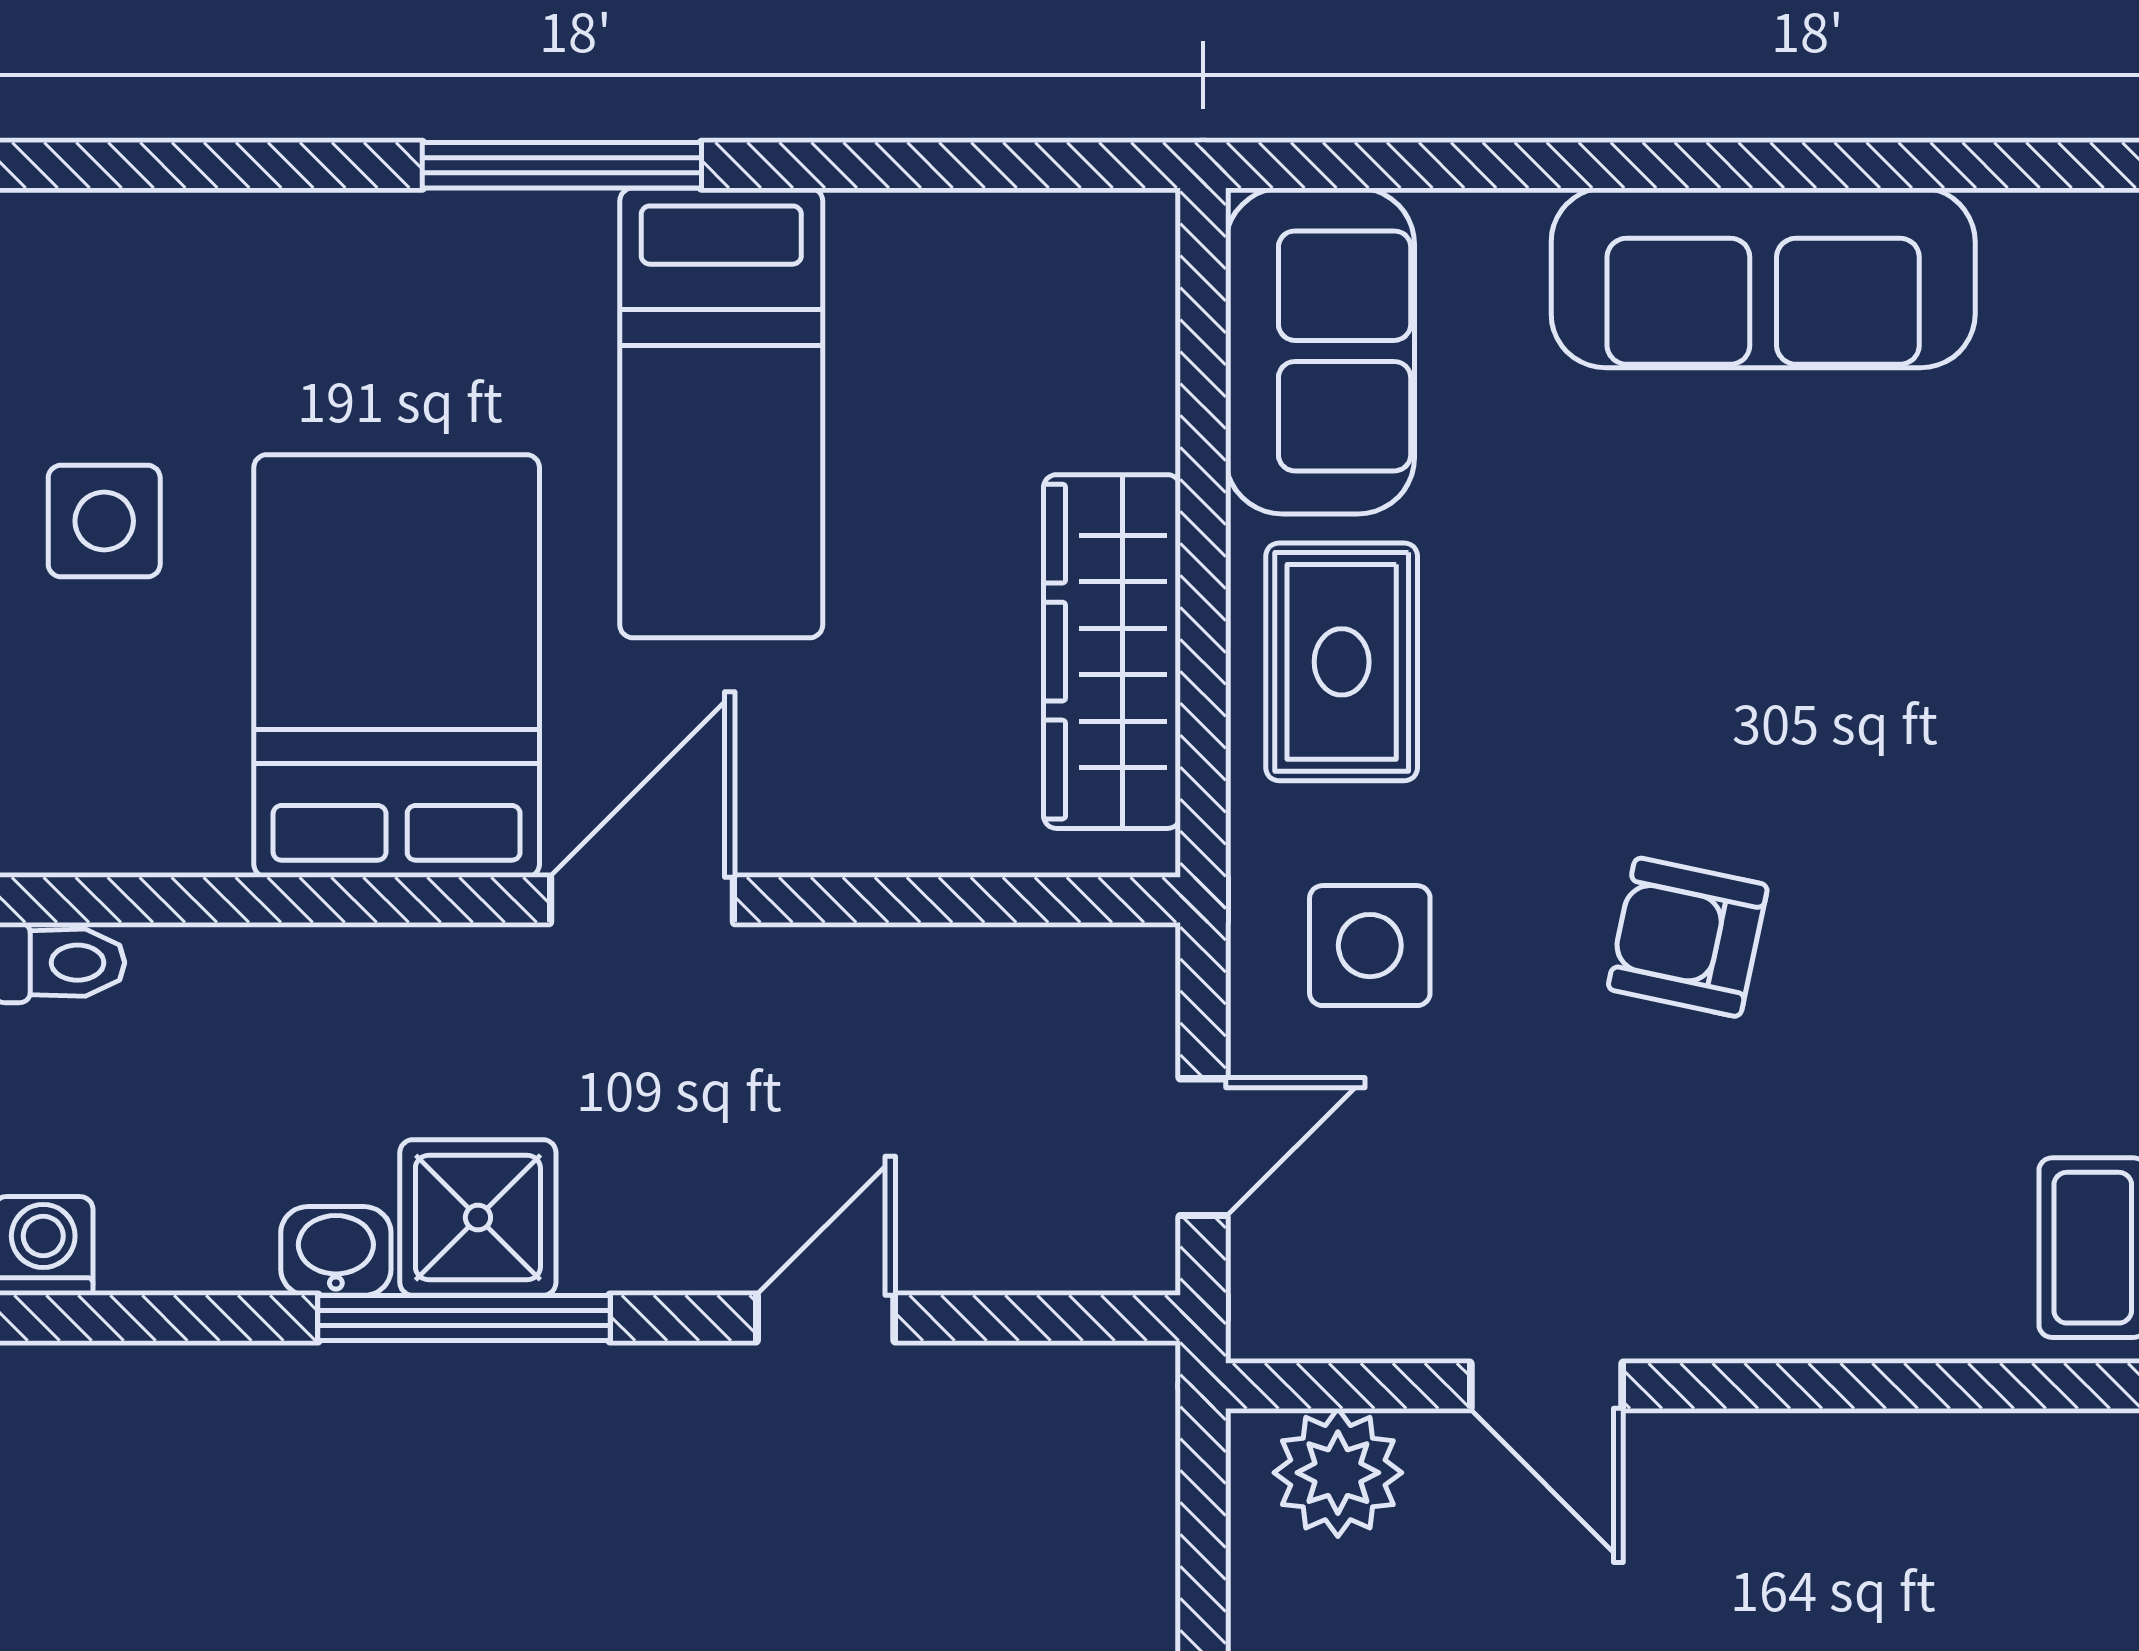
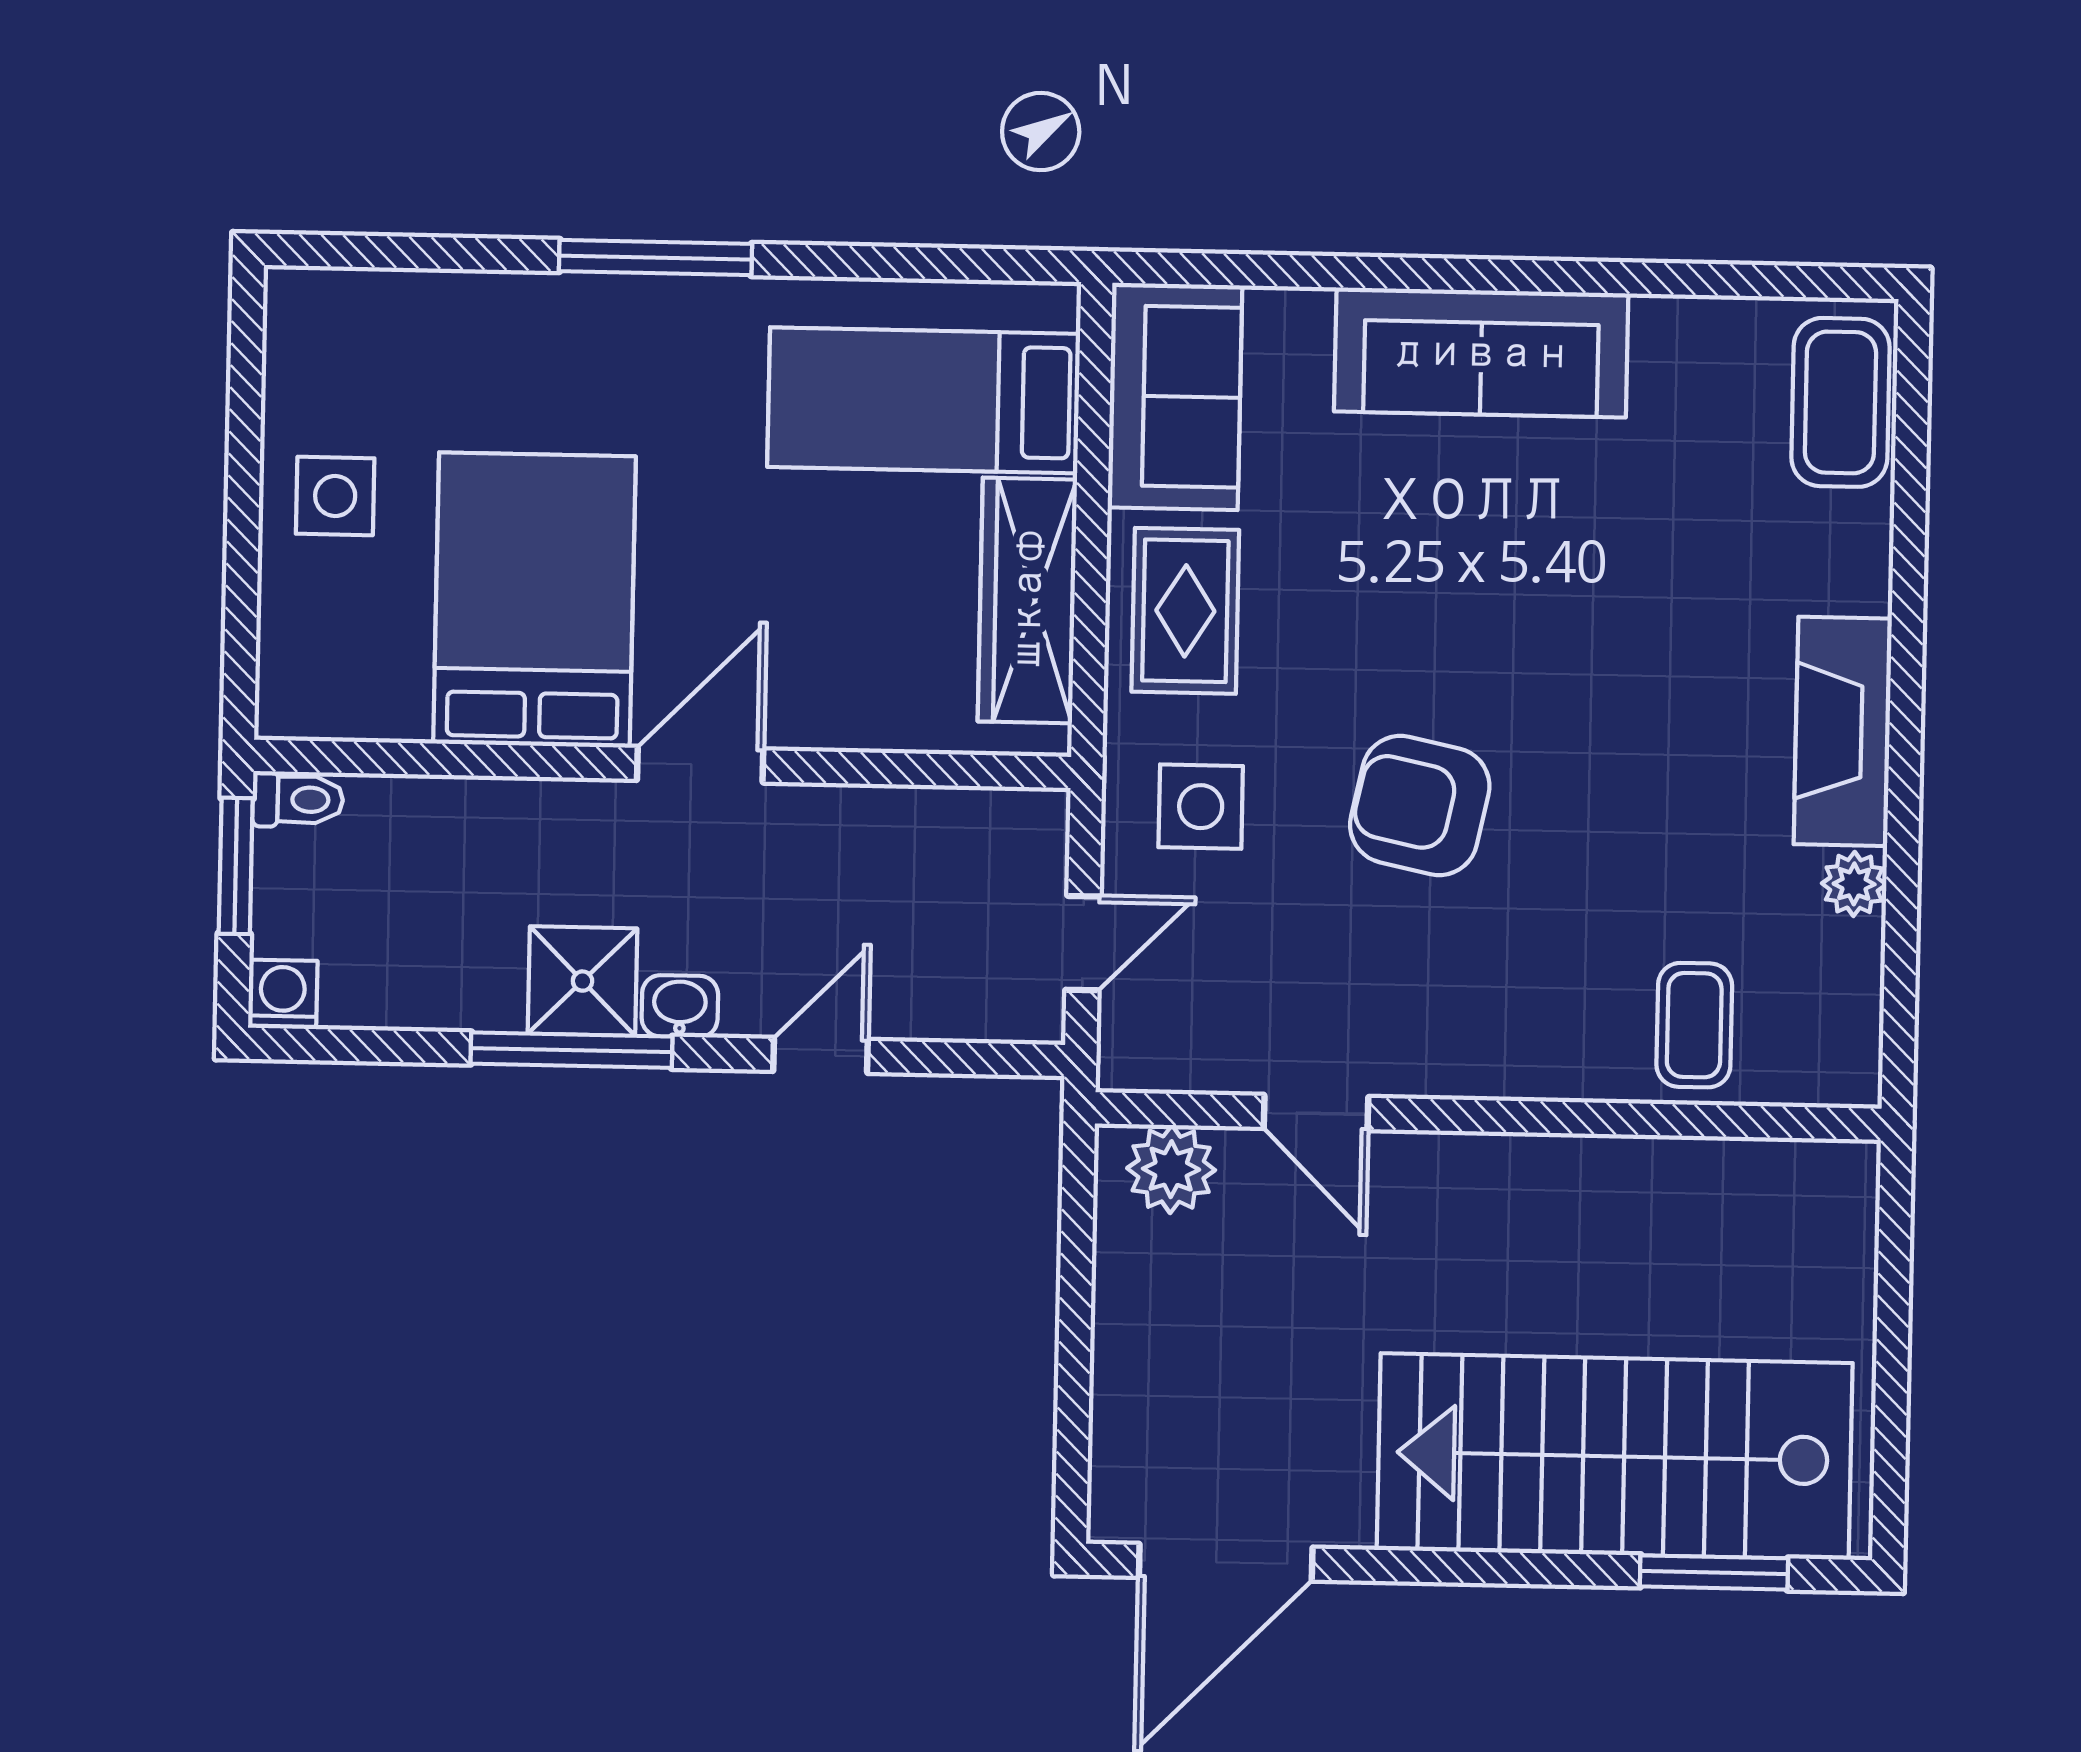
bed: (721, 413) -> (924, 400), moved, turned 90
armchair: (1688, 937) -> (1420, 805), width x1.38, depth x1.38
washbasin: (336, 1251) -> (680, 1006), moved

